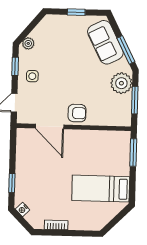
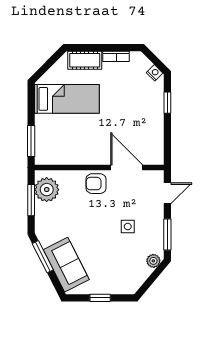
window: (15, 66) -> (167, 234), width x1.50
side table: (32, 76) -> (128, 227), moved
plant: (121, 83) -> (47, 190), moved
cot: (84, 222) -> (85, 60), added

